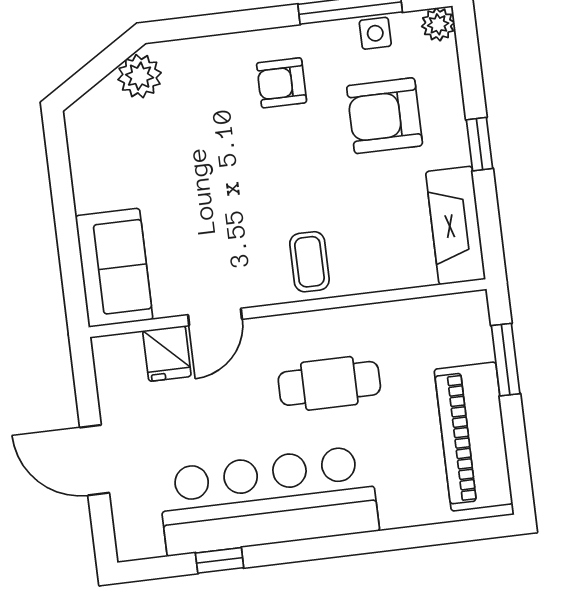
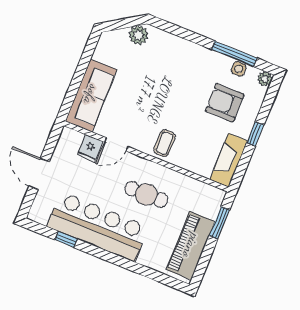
armchair: (282, 83) -> (192, 68), removed
sofa: (114, 268) -> (91, 95), width x1.36

